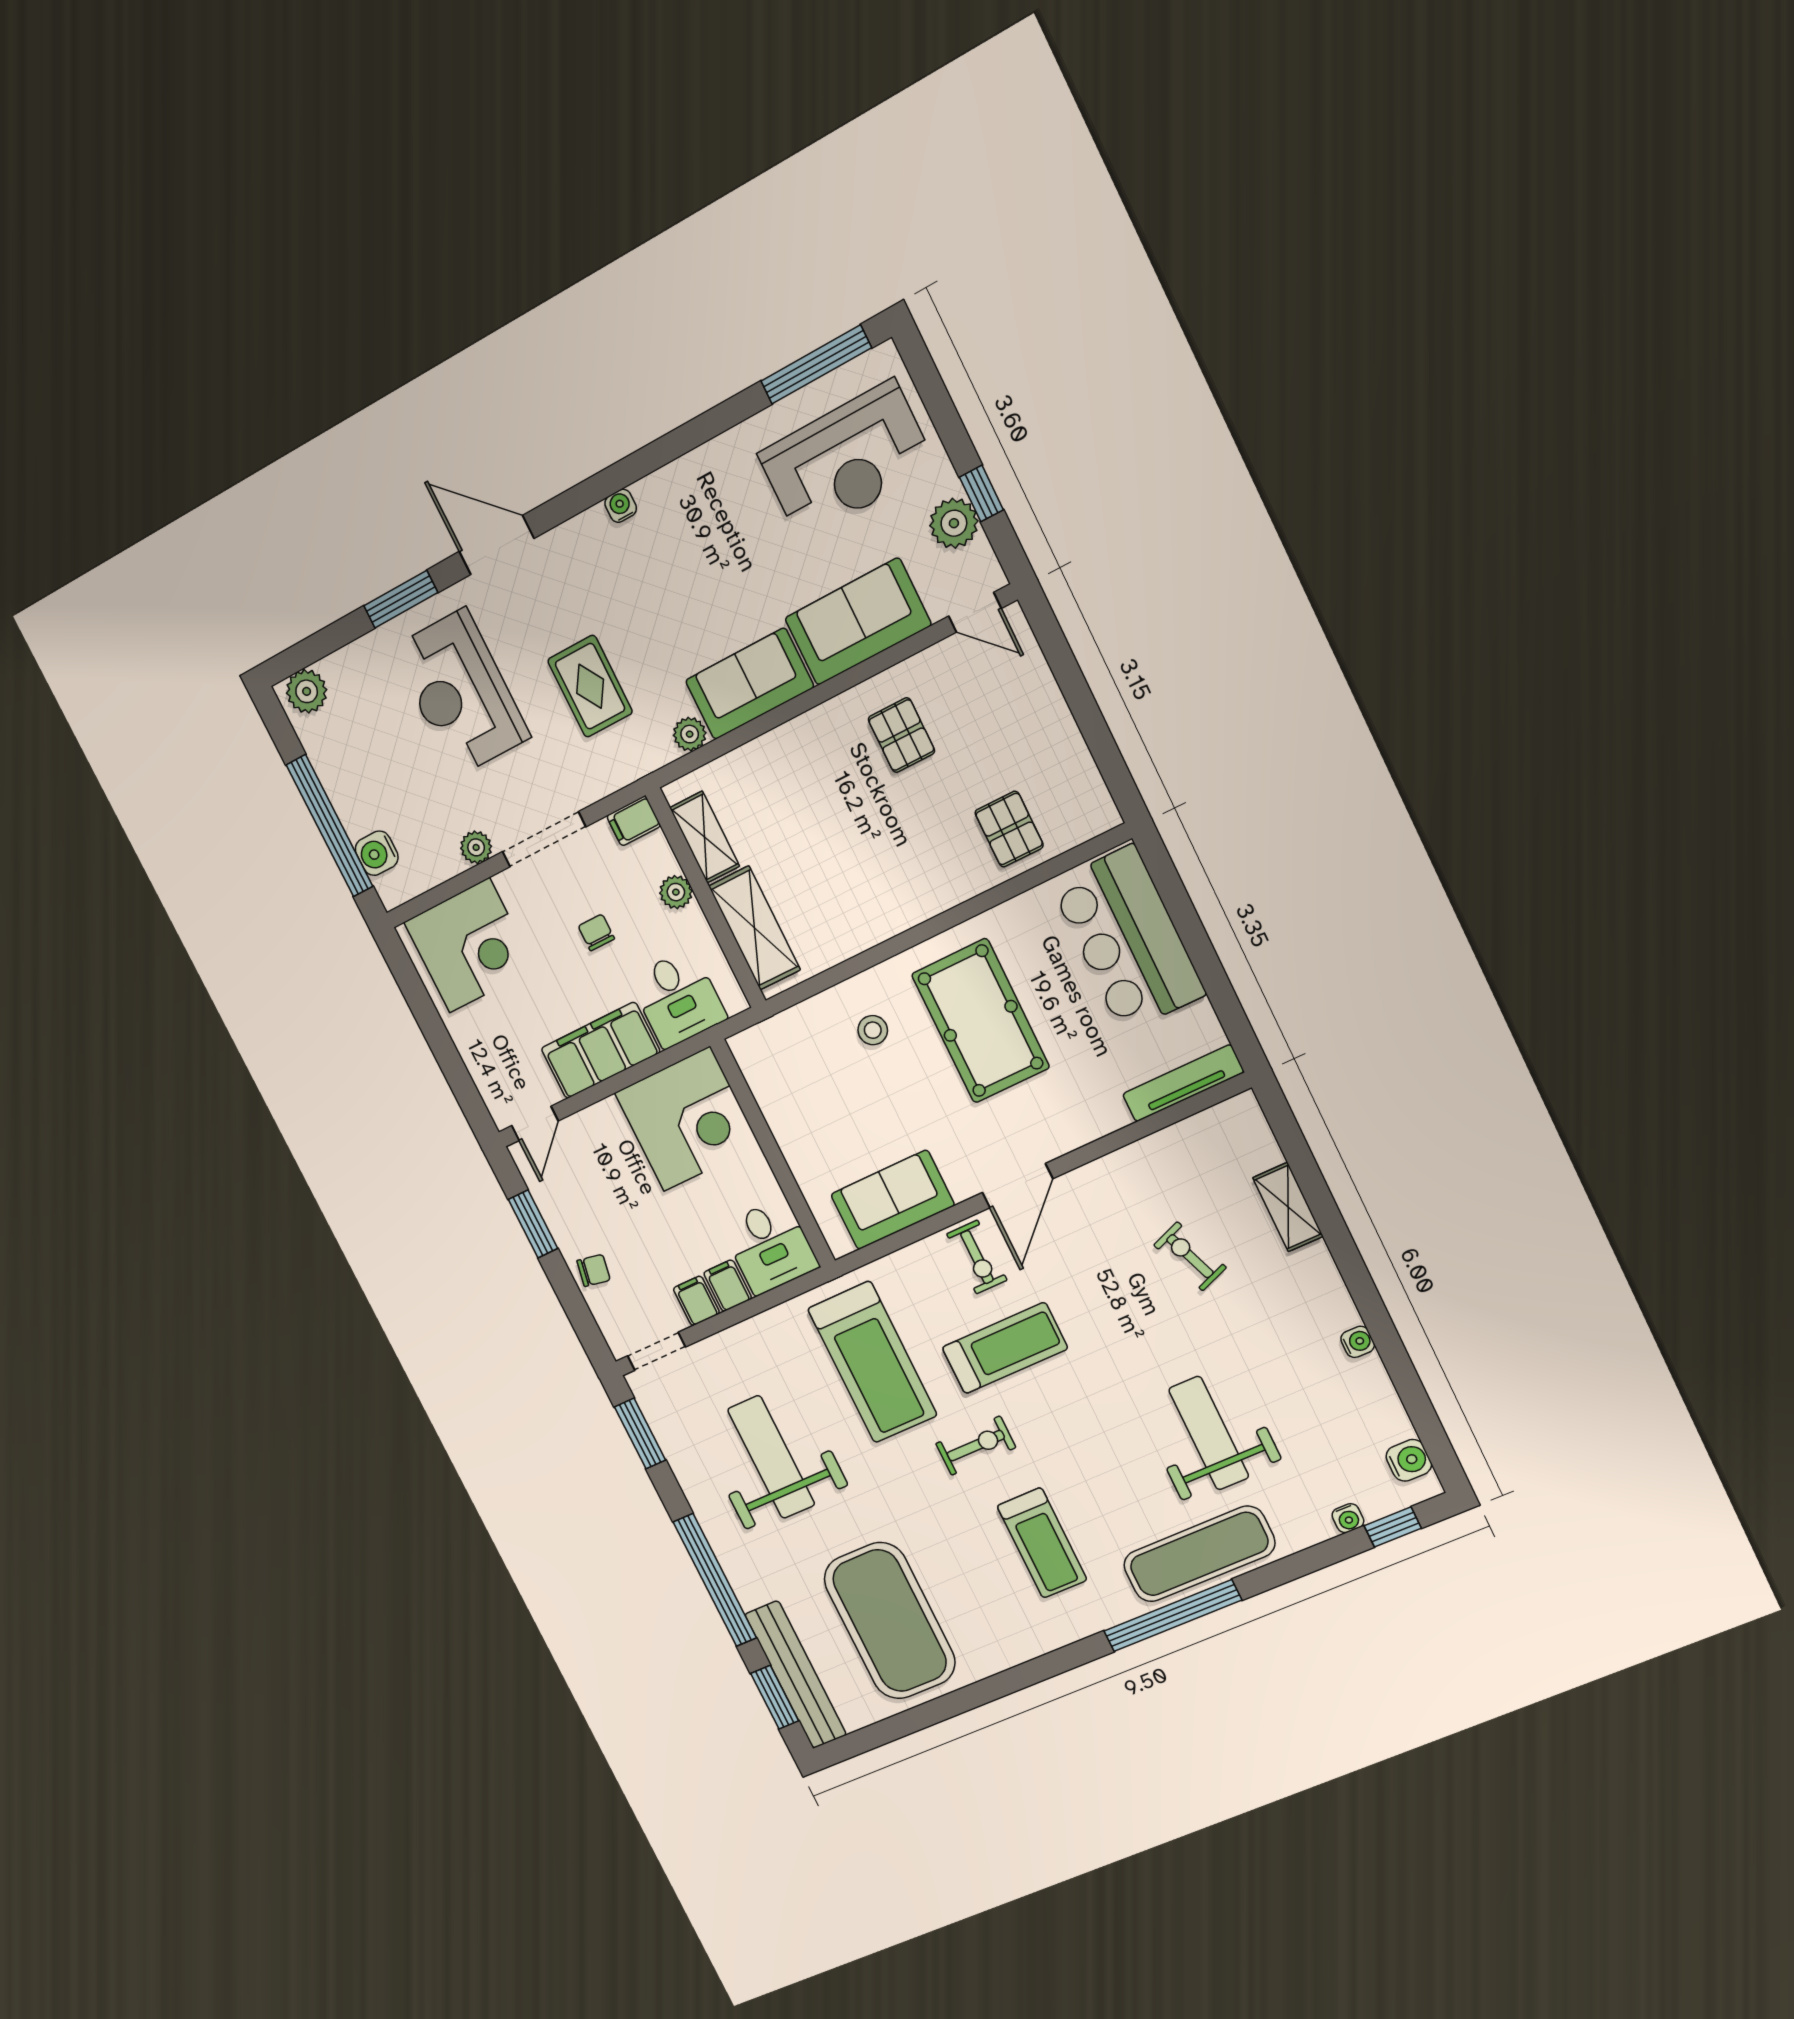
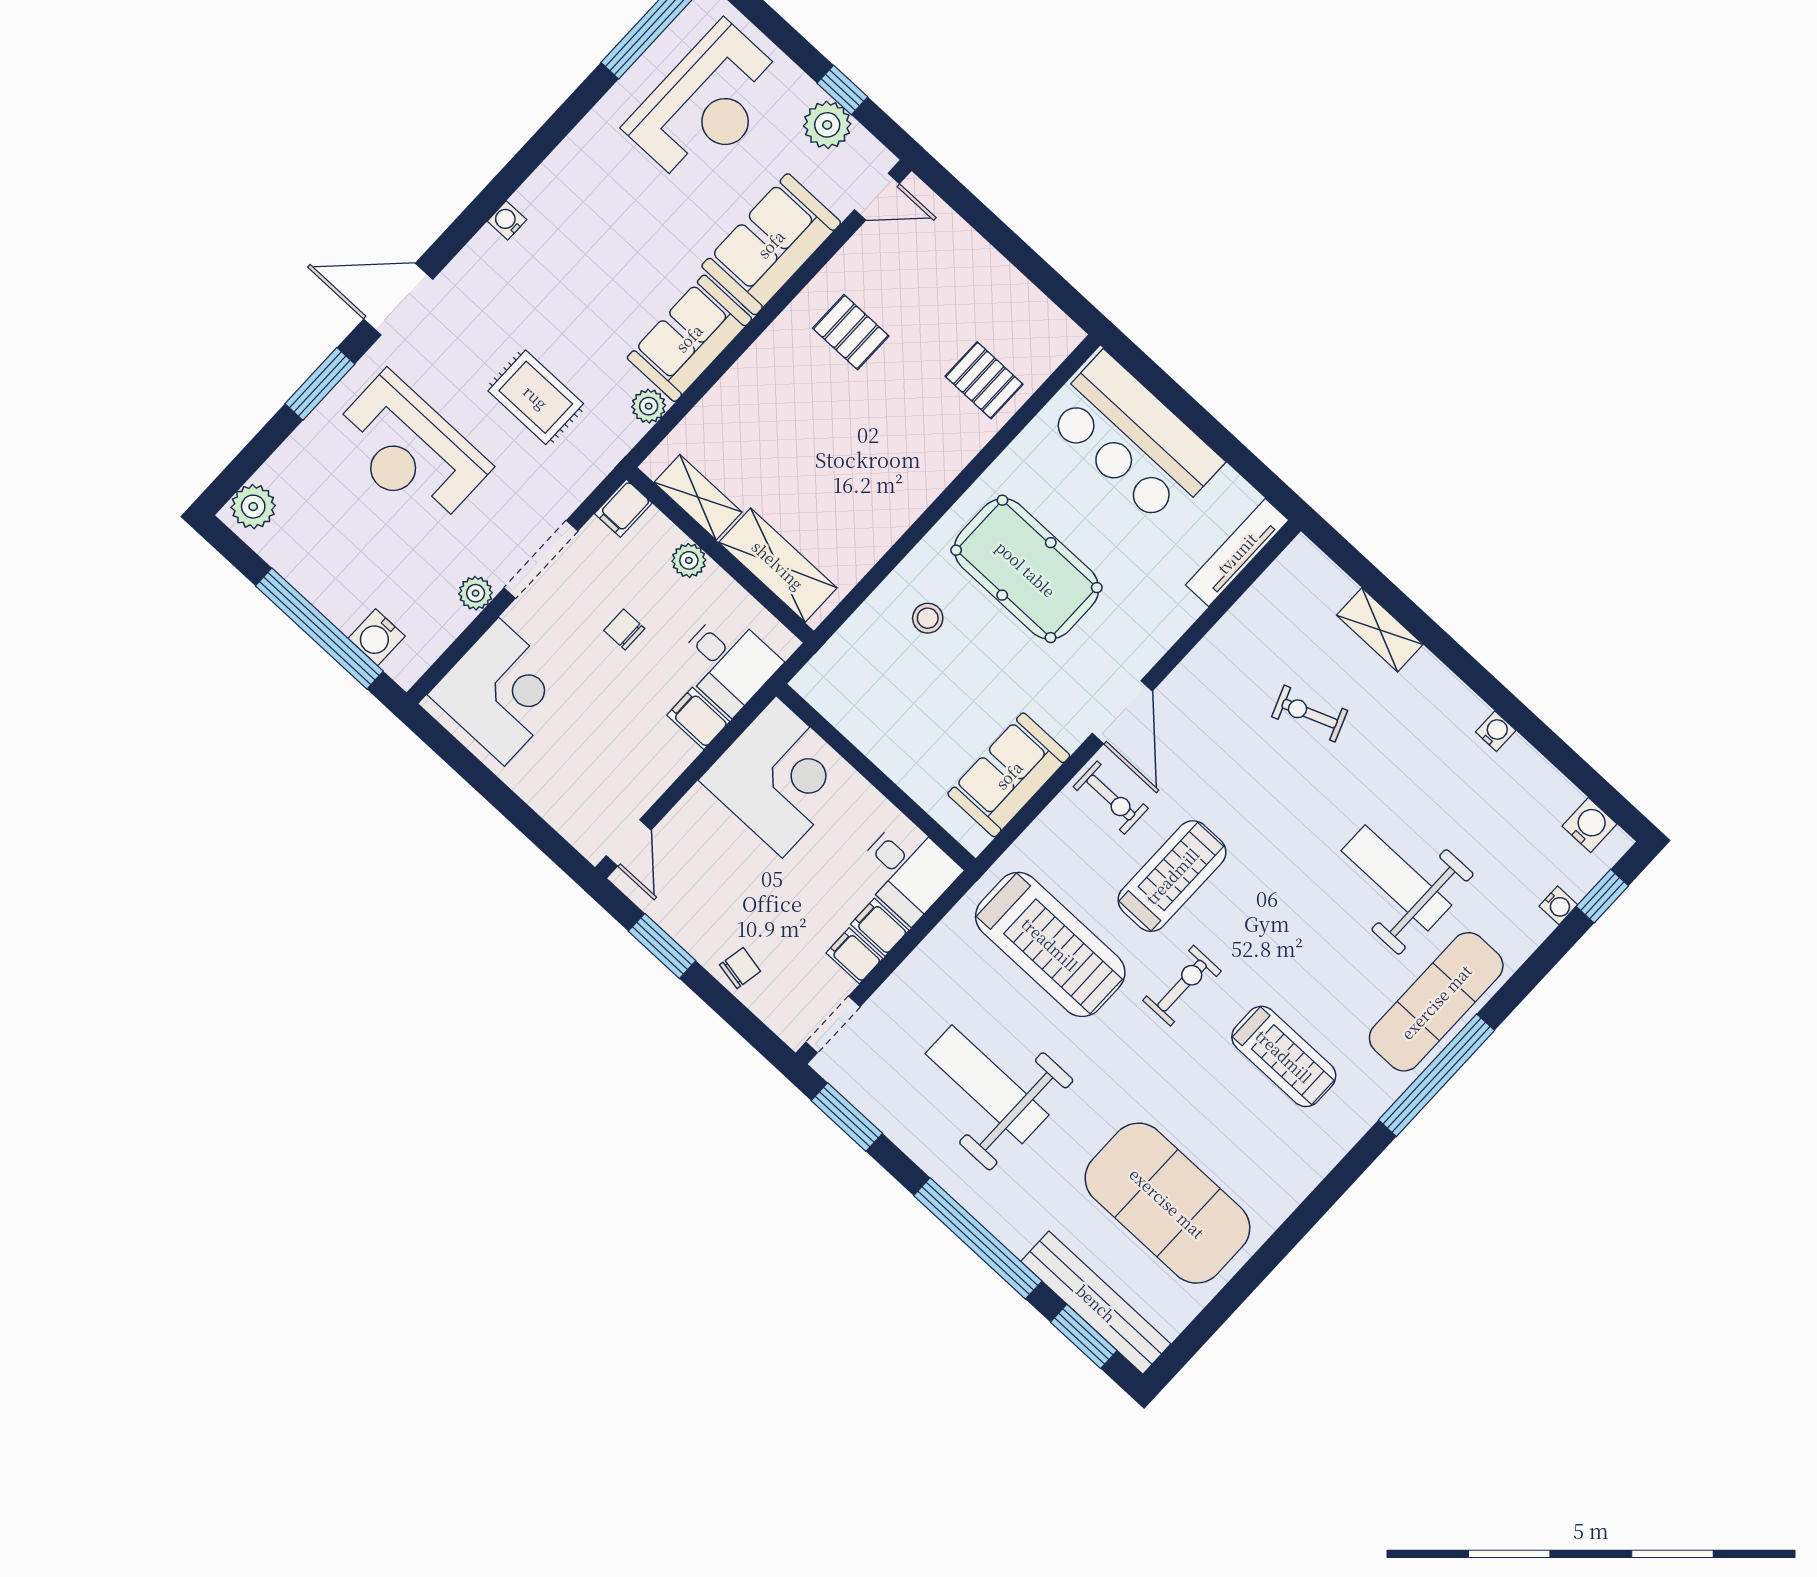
filing cabinet: (601, 1050) -> (698, 718), width x0.33, depth x0.86

